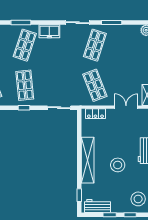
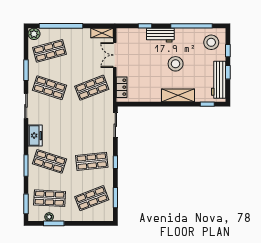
shop shelf: (130, 45) -> (50, 51), added
shelving: (88, 160) -> (178, 95), width x0.68
workbench: (98, 206) -> (219, 80), width x1.37

